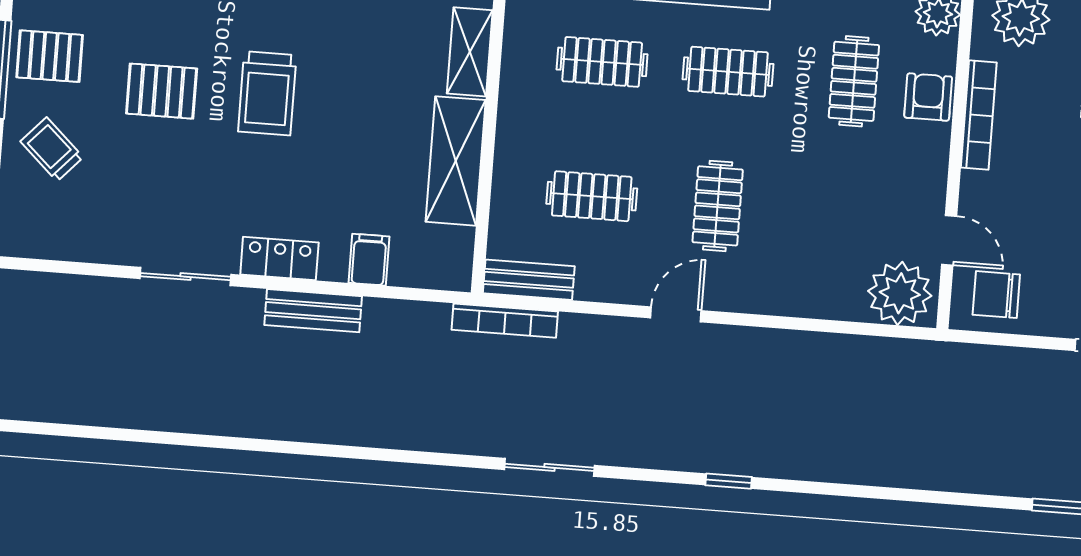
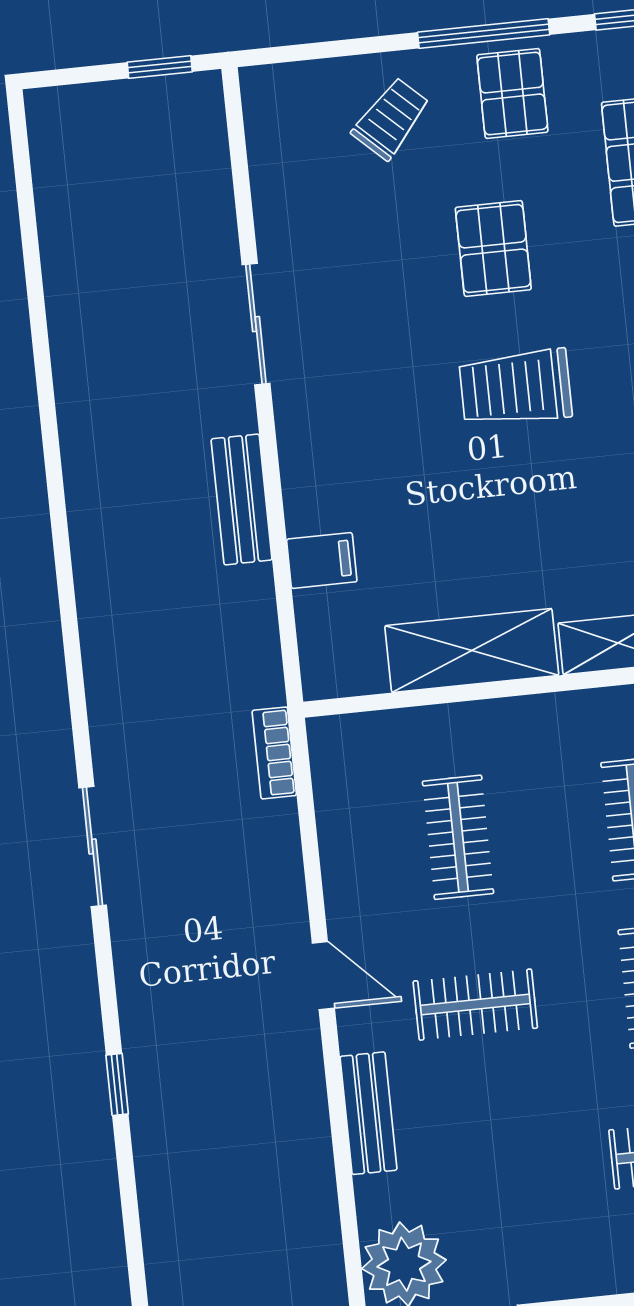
locker: (279, 259) -> (302, 443), removed
bench: (529, 280) -> (368, 1113), moved
bookcase: (505, 321) -> (274, 753), width x0.64

